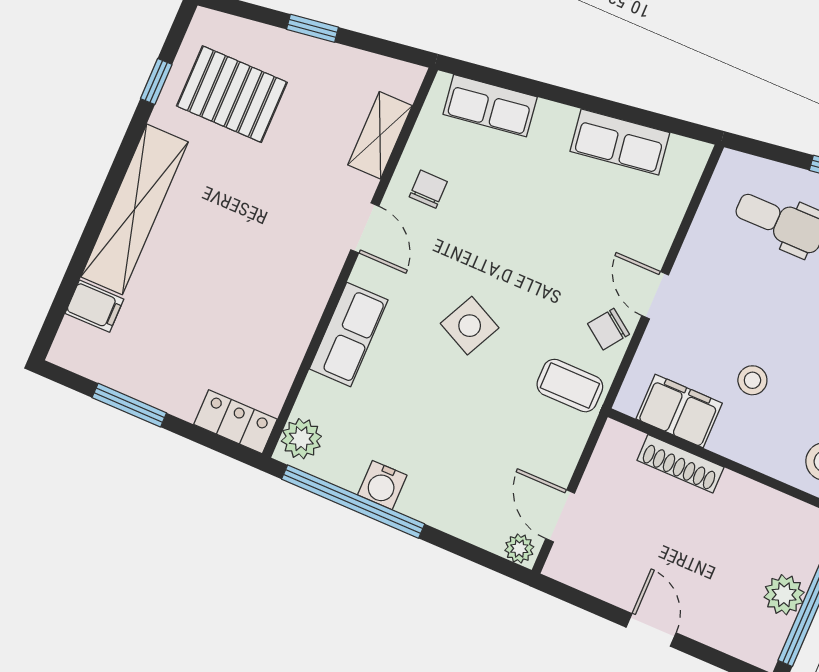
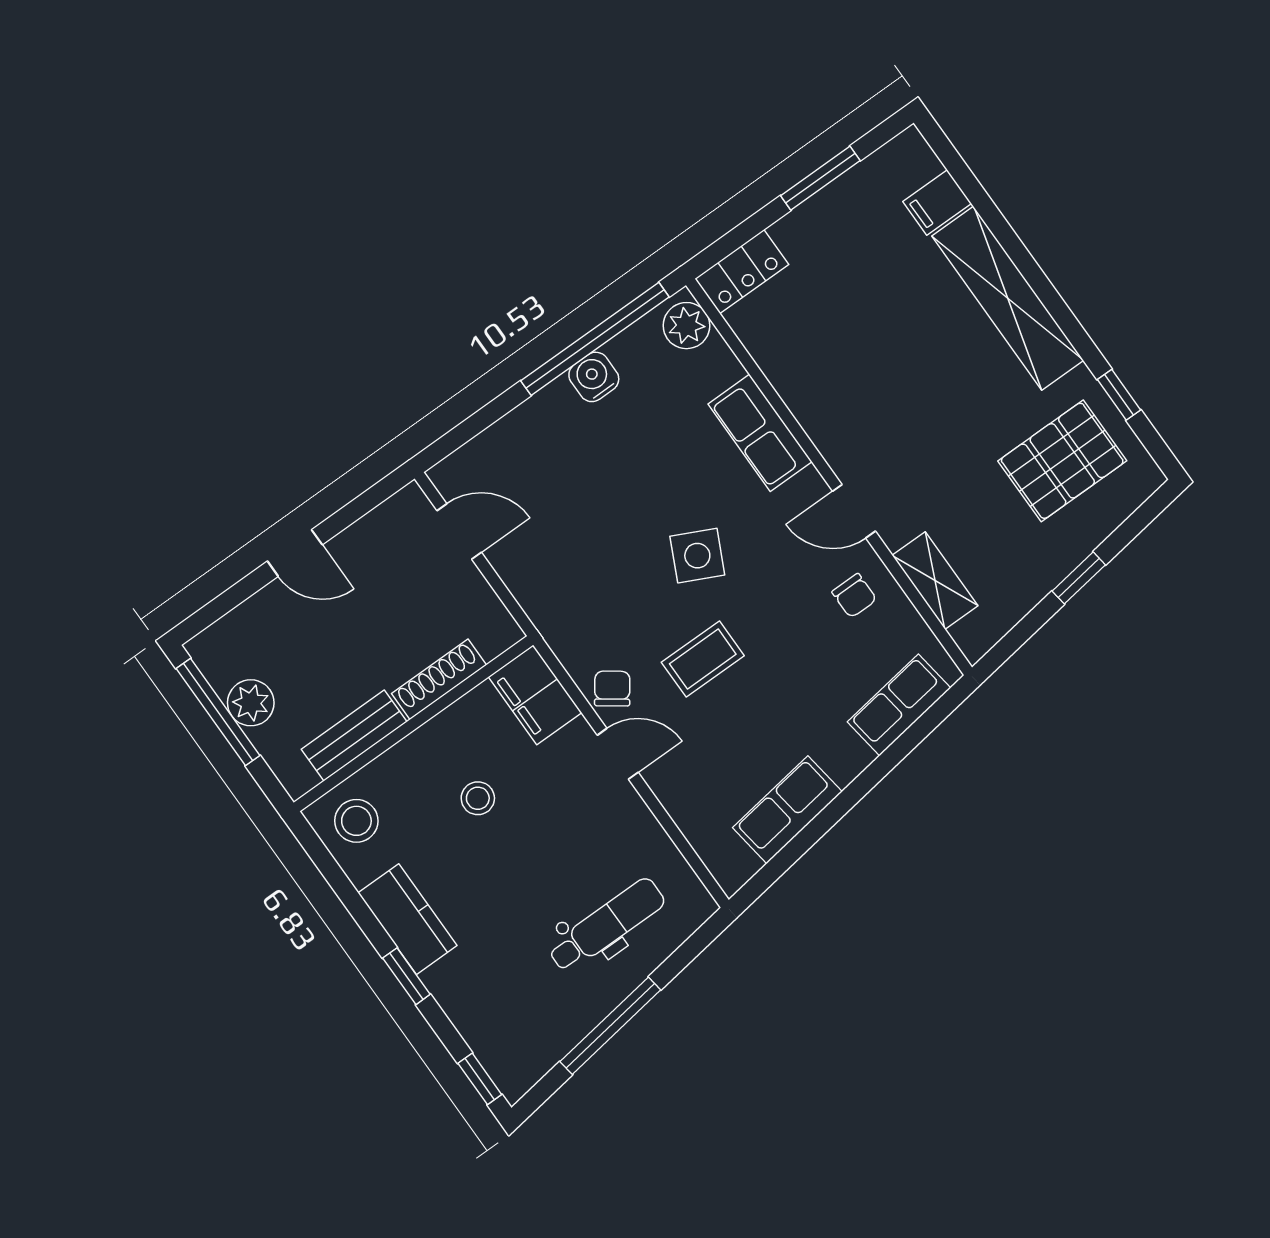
coffee table: (570, 386) -> (703, 659), moved
filing cabinet: (679, 411) -> (535, 695), moved, turned 90
bench: (762, 502) -> (354, 735), added
plant: (519, 549) -> (451, 473), removed

